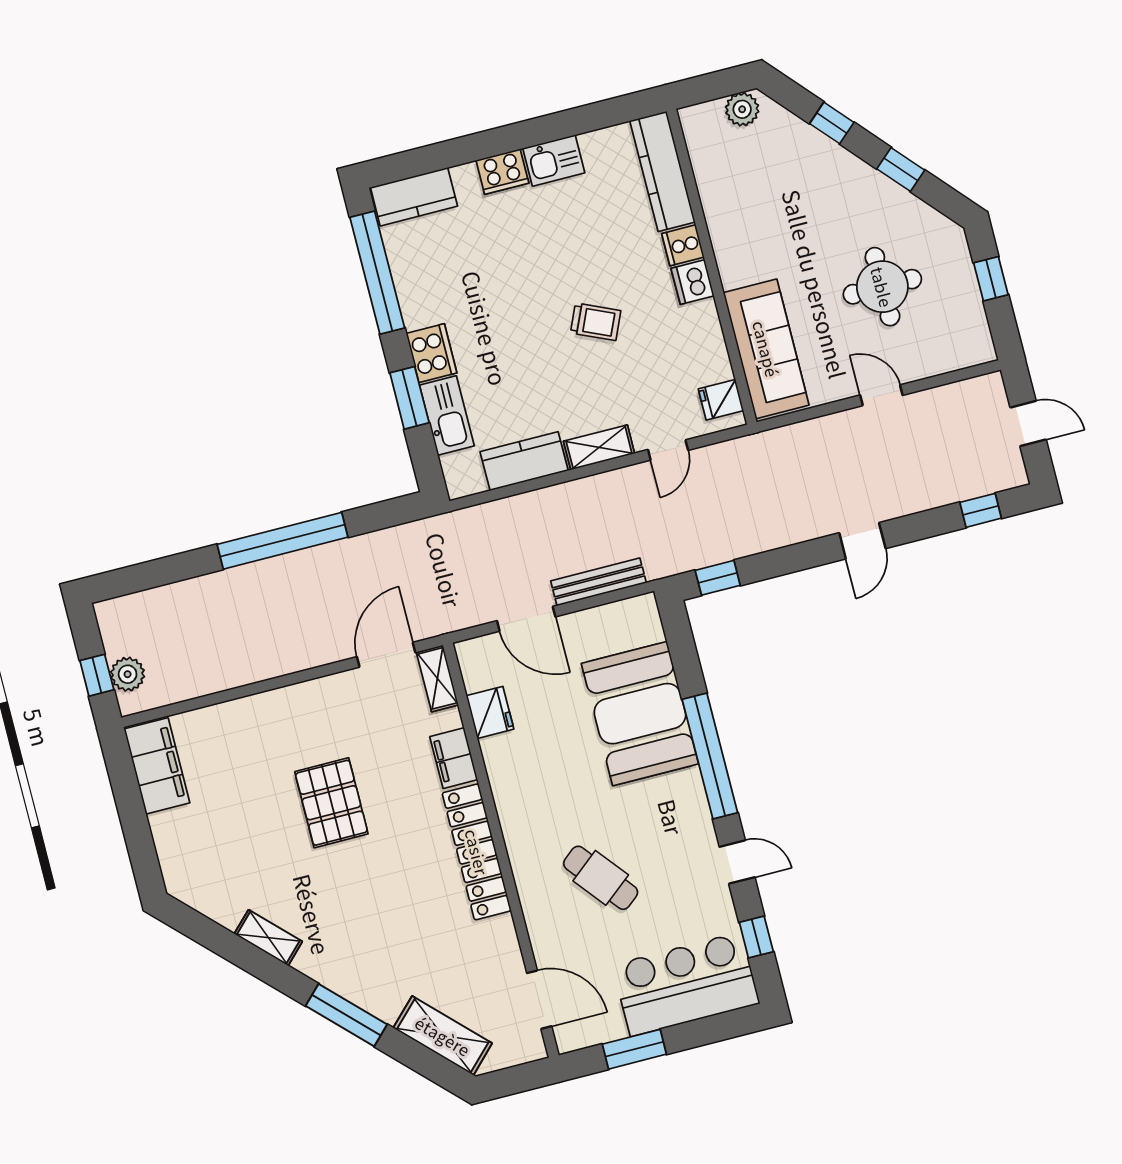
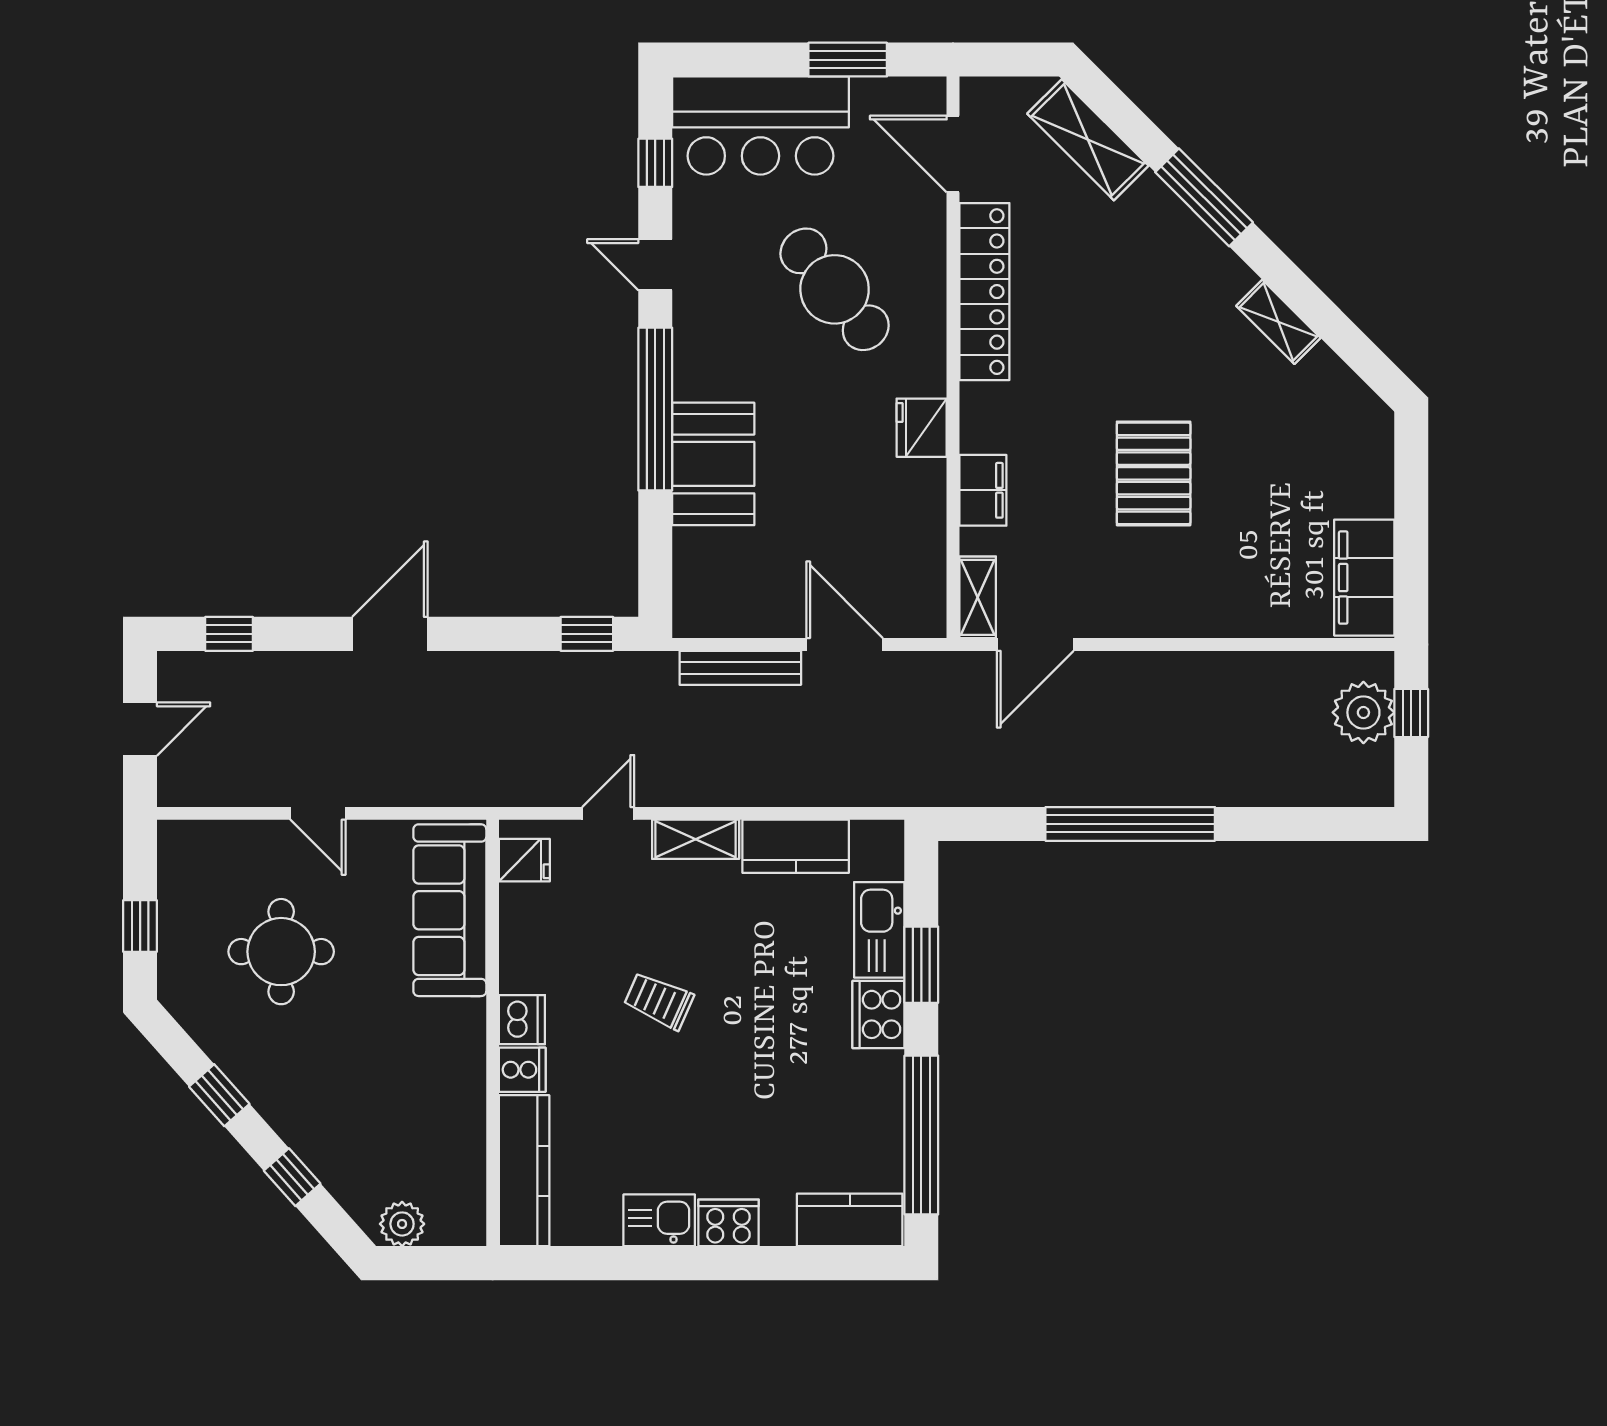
door: (1028, 423) -> (140, 729), swing flipped
door: (862, 541) -> (390, 634), width x1.38
plant: (128, 674) -> (1363, 712), width x1.36, depth x1.36
fridge: (490, 712) -> (922, 428), moved
booth: (640, 714) -> (713, 464), width x0.73, depth x0.70
locker: (477, 852) -> (984, 292), moved
cafe table: (601, 878) -> (835, 289), width x1.37, depth x1.35

